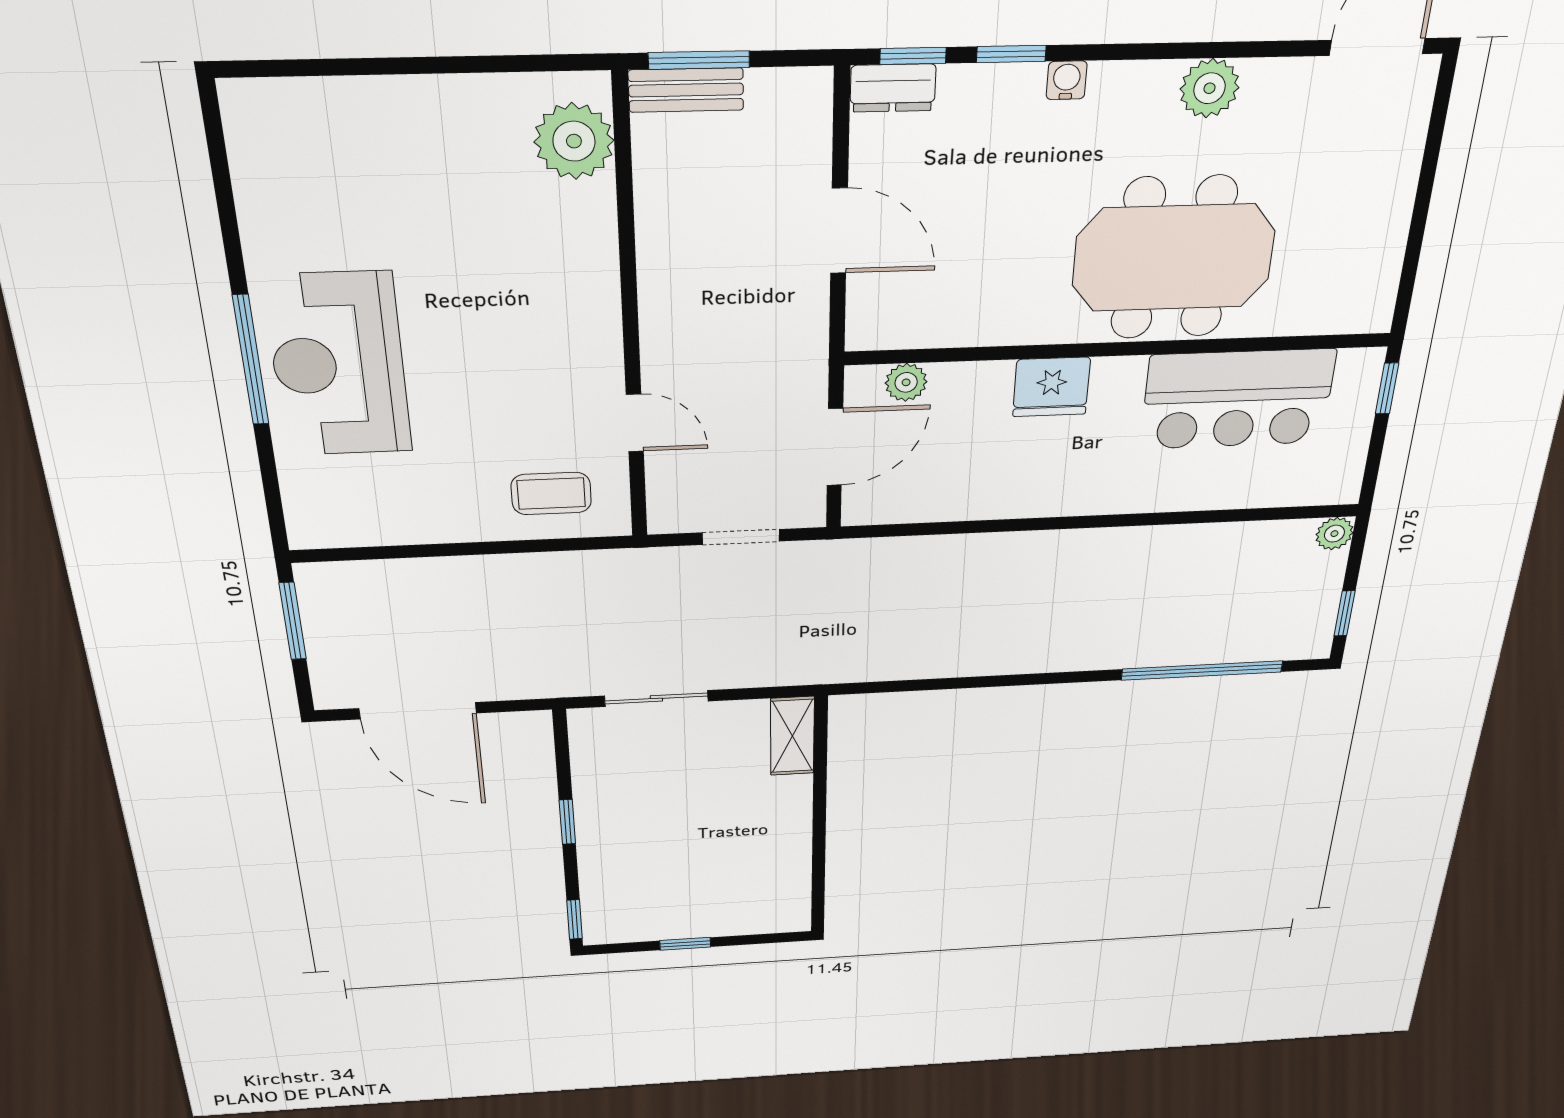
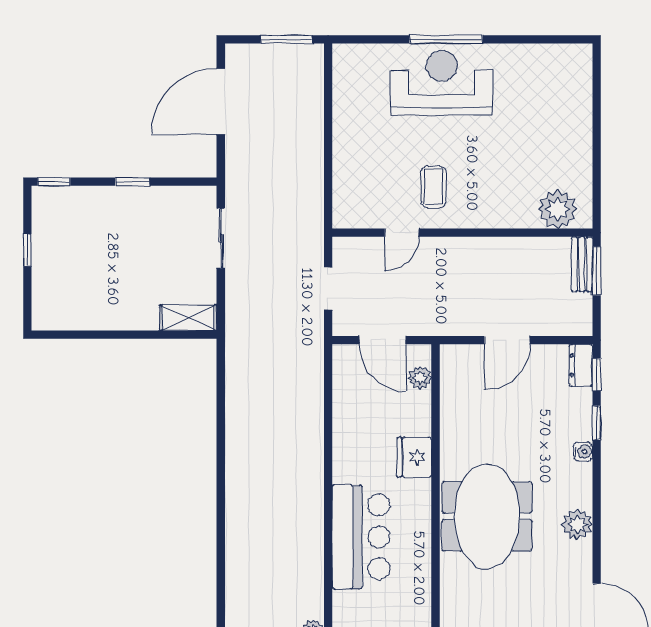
bar counter: (1237, 399) -> (361, 537), moved, turned 180
coffee table: (551, 494) -> (434, 187), moved
window: (1202, 670) -> (221, 564), removed

